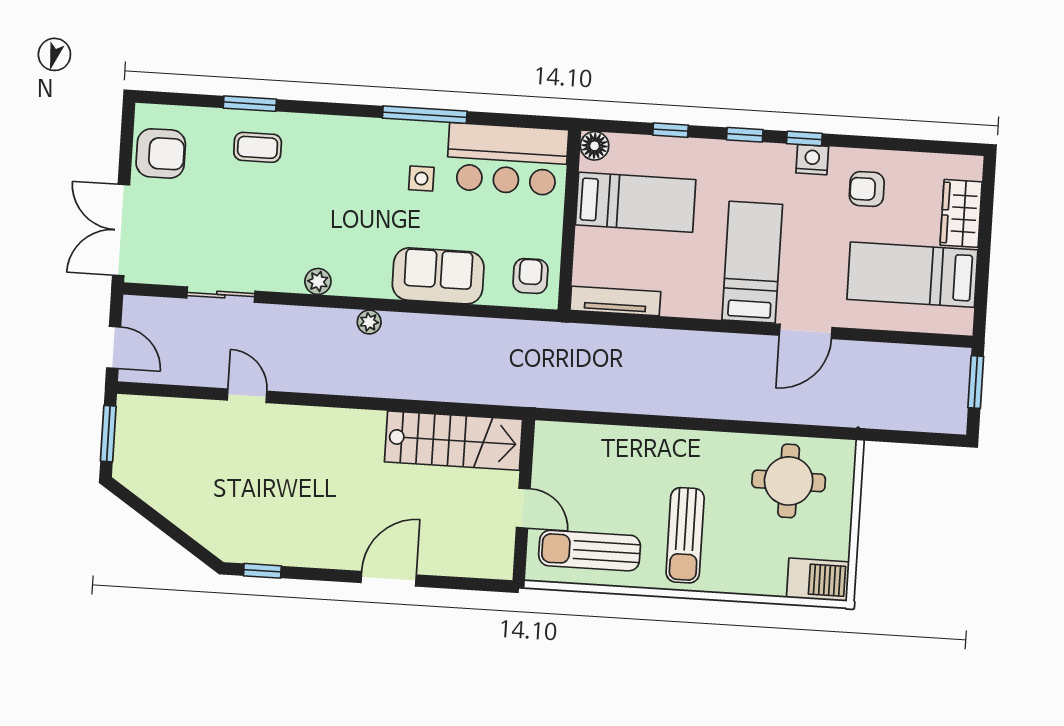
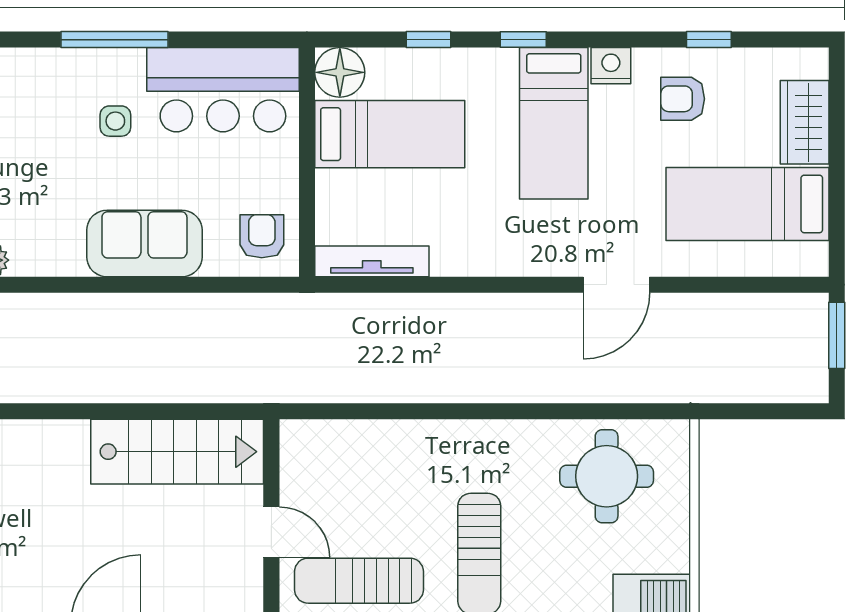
window: (804, 139) -> (709, 40), moved
floor lamp: (595, 146) -> (340, 72), width x1.38, depth x1.38
bed: (752, 262) -> (554, 123), moved, turned 180
plant: (369, 322) -> (60, 308), removed

